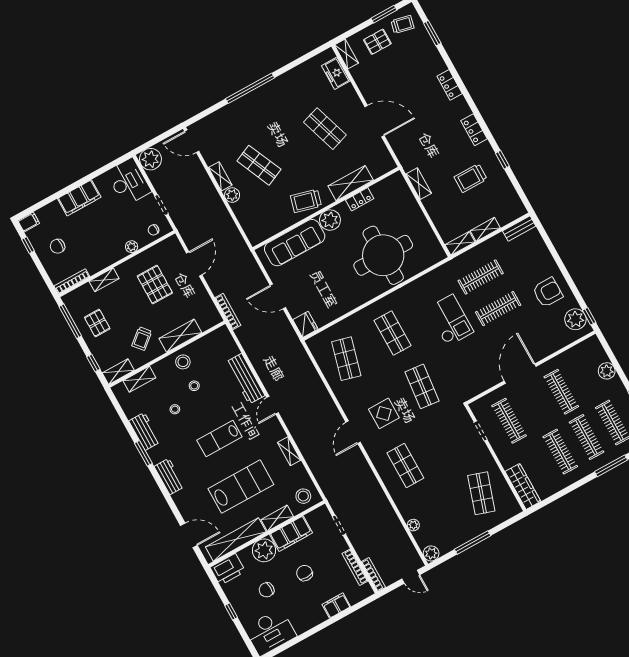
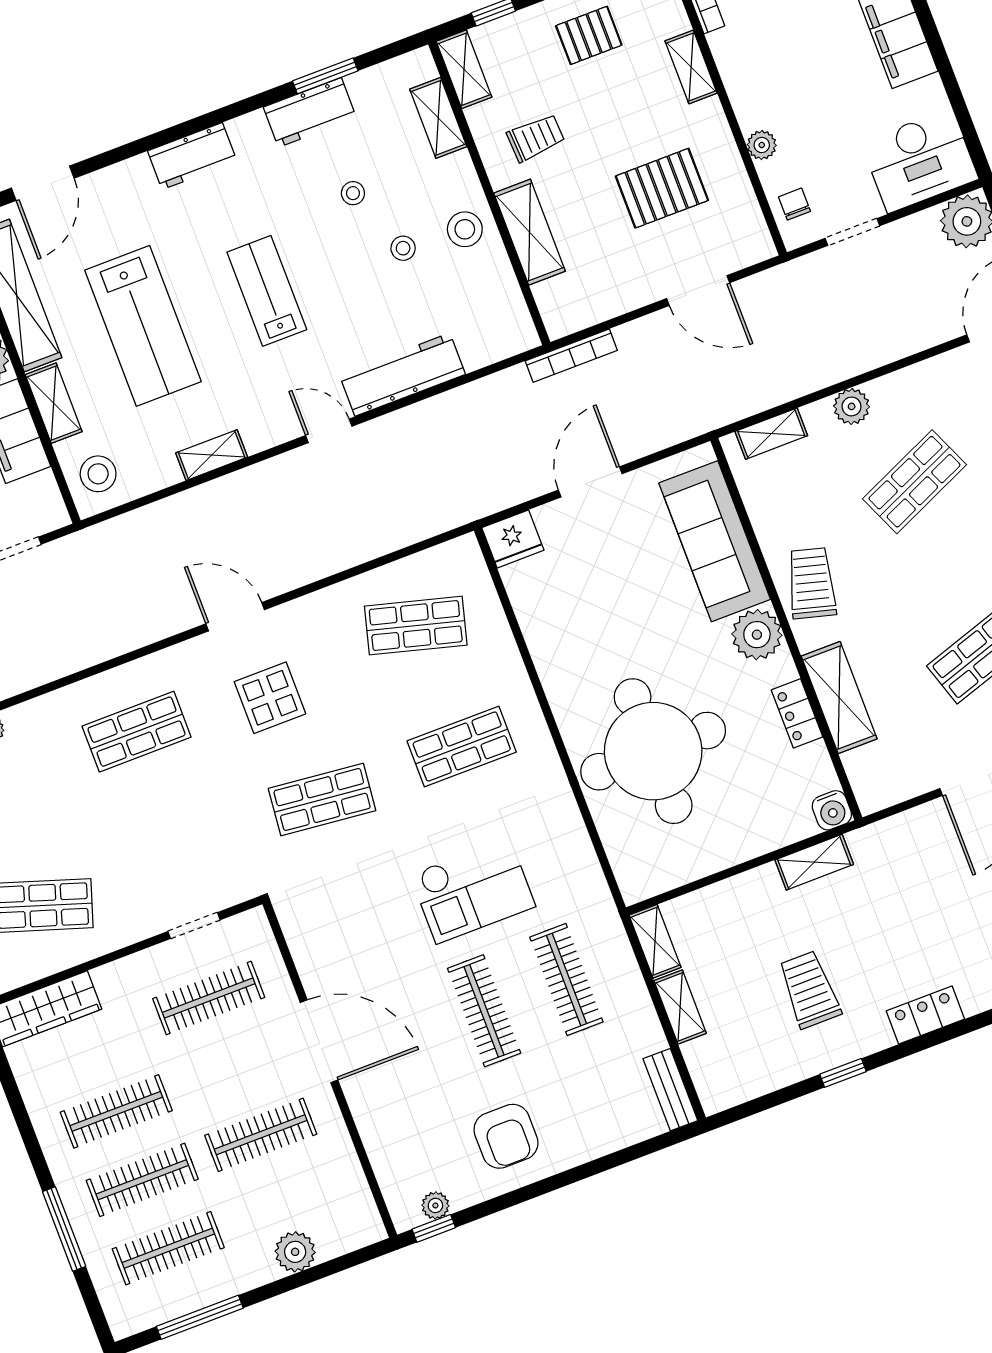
shelving: (220, 176) -> (771, 434), moved
water cooler: (397, 179) -> (832, 810), added
plant: (575, 319) -> (435, 1205), width x0.53, depth x0.53
trolley: (142, 339) -> (536, 138), turned 127
window: (143, 453) -> (325, 76), moved

